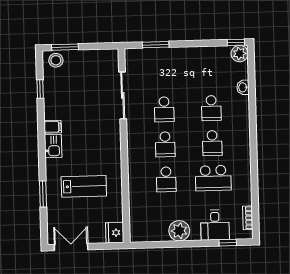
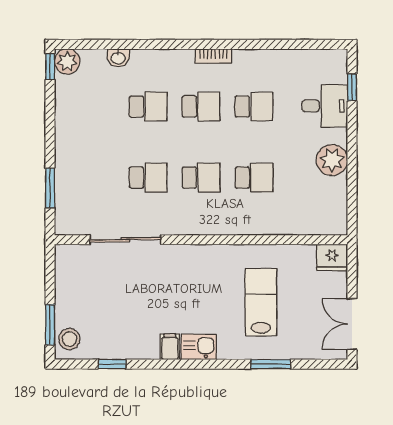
school desk: (213, 178) -> (254, 107), width x0.54
bookcase: (248, 218) -> (213, 56), moved

